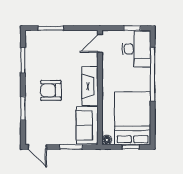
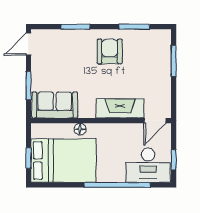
door: (100, 43) -> (155, 121), swing flipped
fireplace: (90, 86) -> (120, 108), moved
armchair: (51, 90) -> (110, 51), moved
floor lamp: (107, 140) -> (80, 129), moved

